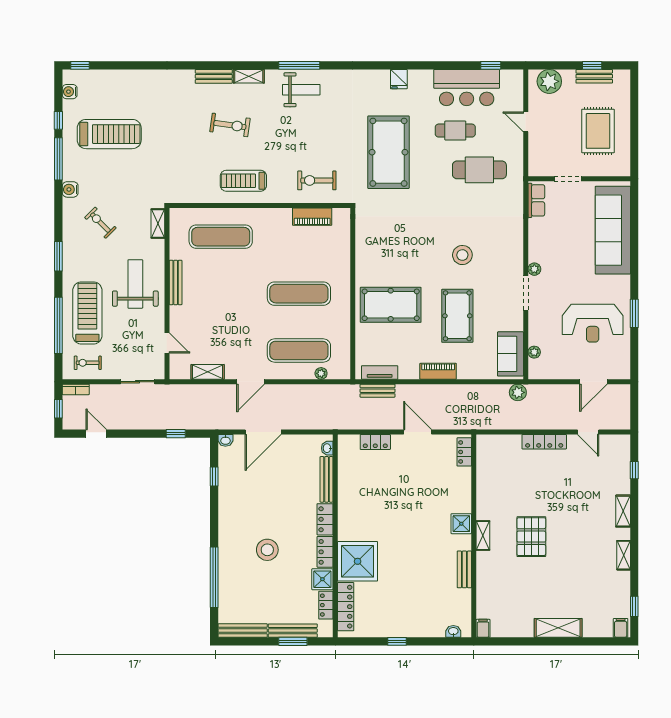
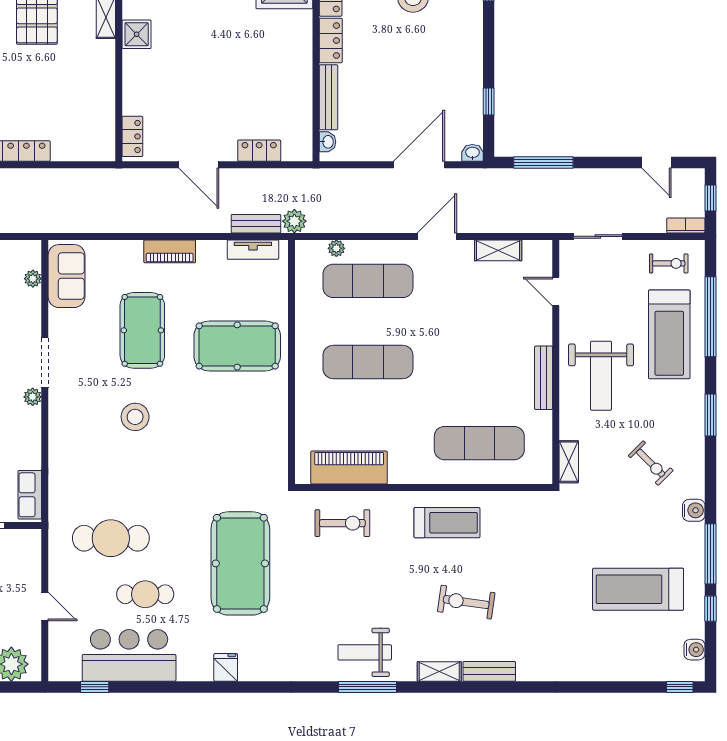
piano: (312, 217) -> (349, 468), width x1.37, depth x1.33
plant: (518, 392) -> (294, 221), moved
window: (176, 434) -> (543, 163), width x2.17

